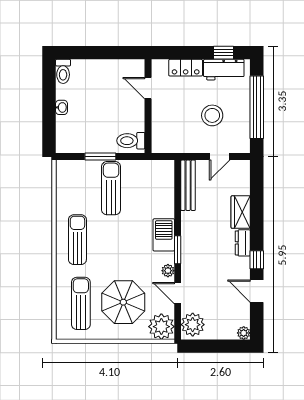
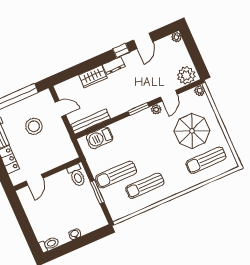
barbecue: (164, 235) -> (100, 138), moved
sun lounger: (77, 240) -> (145, 186), moved
plant: (161, 327) -> (200, 91), width x0.53, depth x0.53

